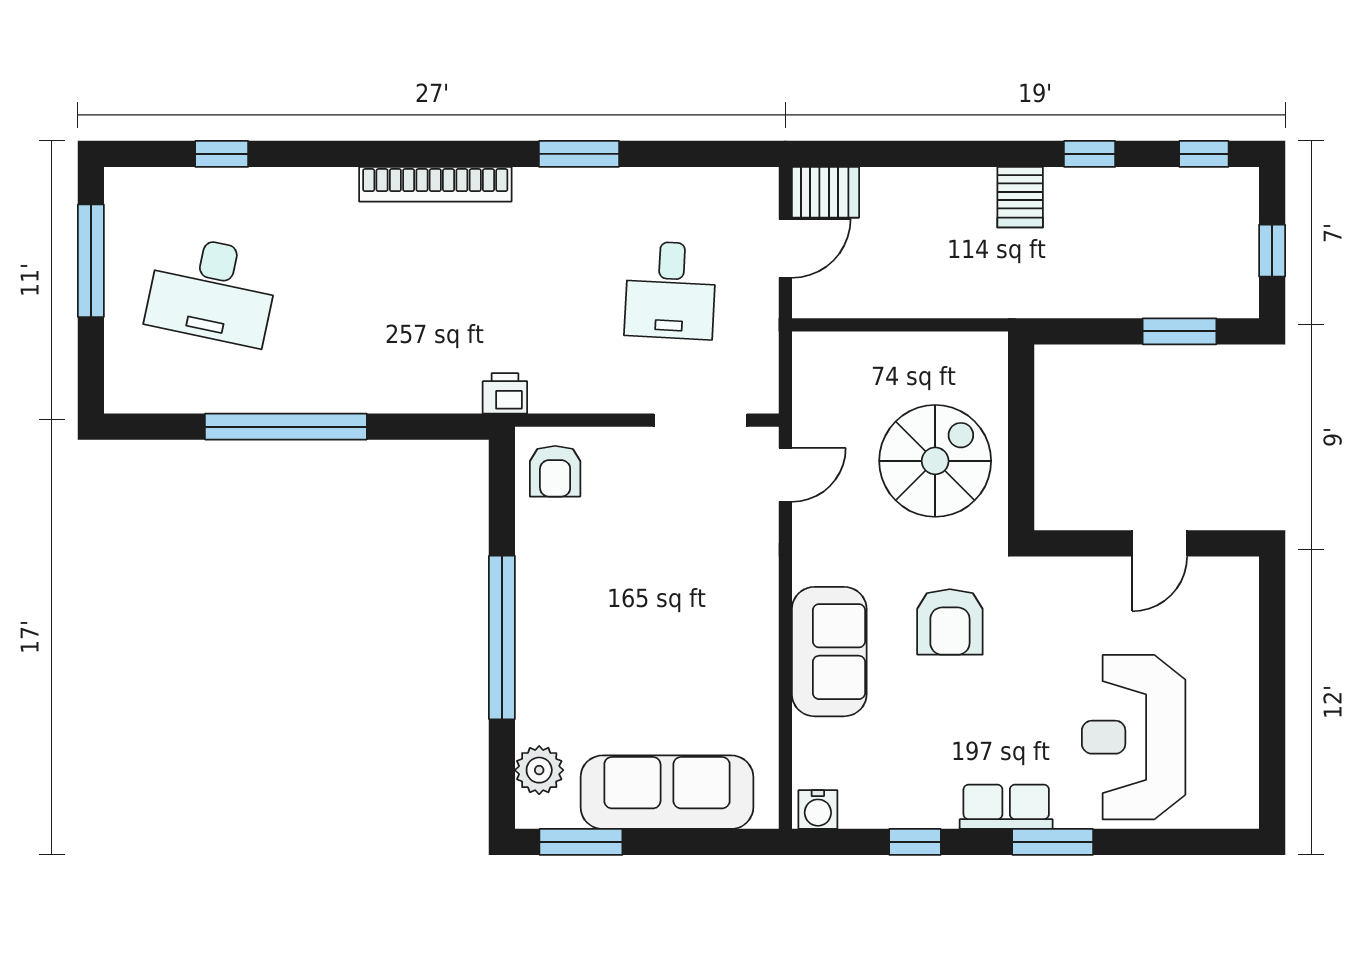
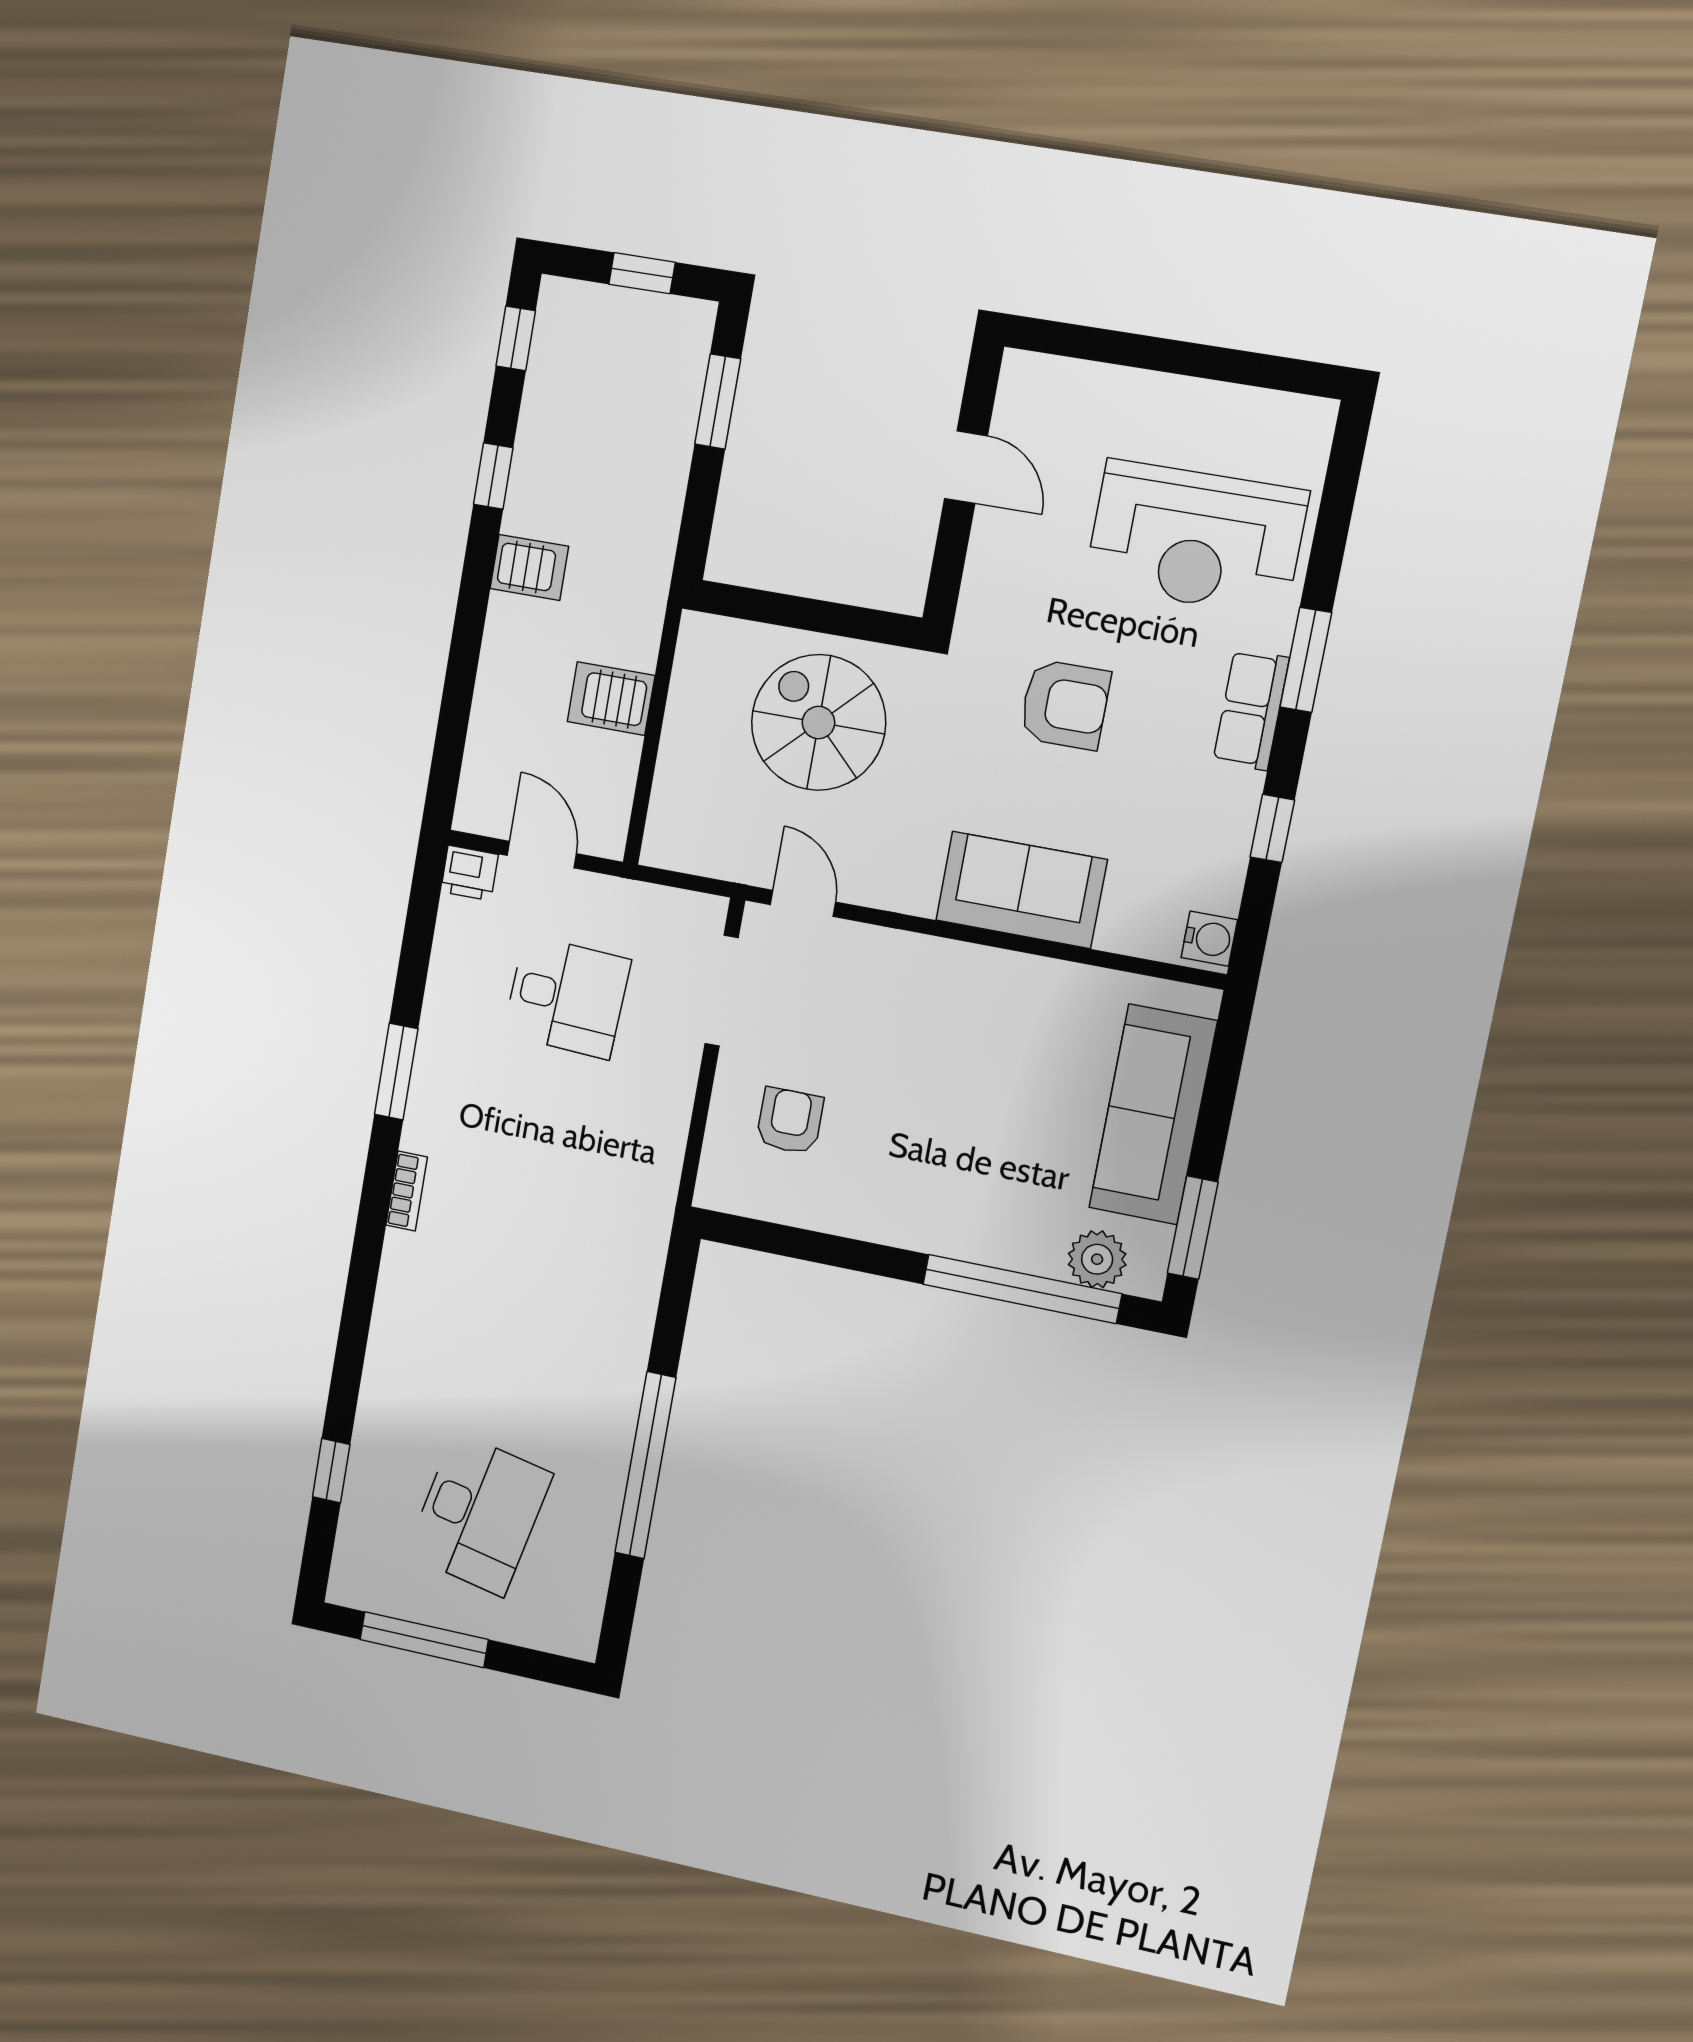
bookcase: (435, 184) -> (407, 1191), width x0.43, depth x0.76
server rack: (825, 192) -> (611, 699), moved, turned -90
printer: (505, 393) -> (469, 873), moved, turned -90
armchair: (555, 471) -> (790, 1121), moved, turned -90
armchair: (950, 622) -> (1065, 705), moved
window: (502, 637) -> (1022, 1289), moved

